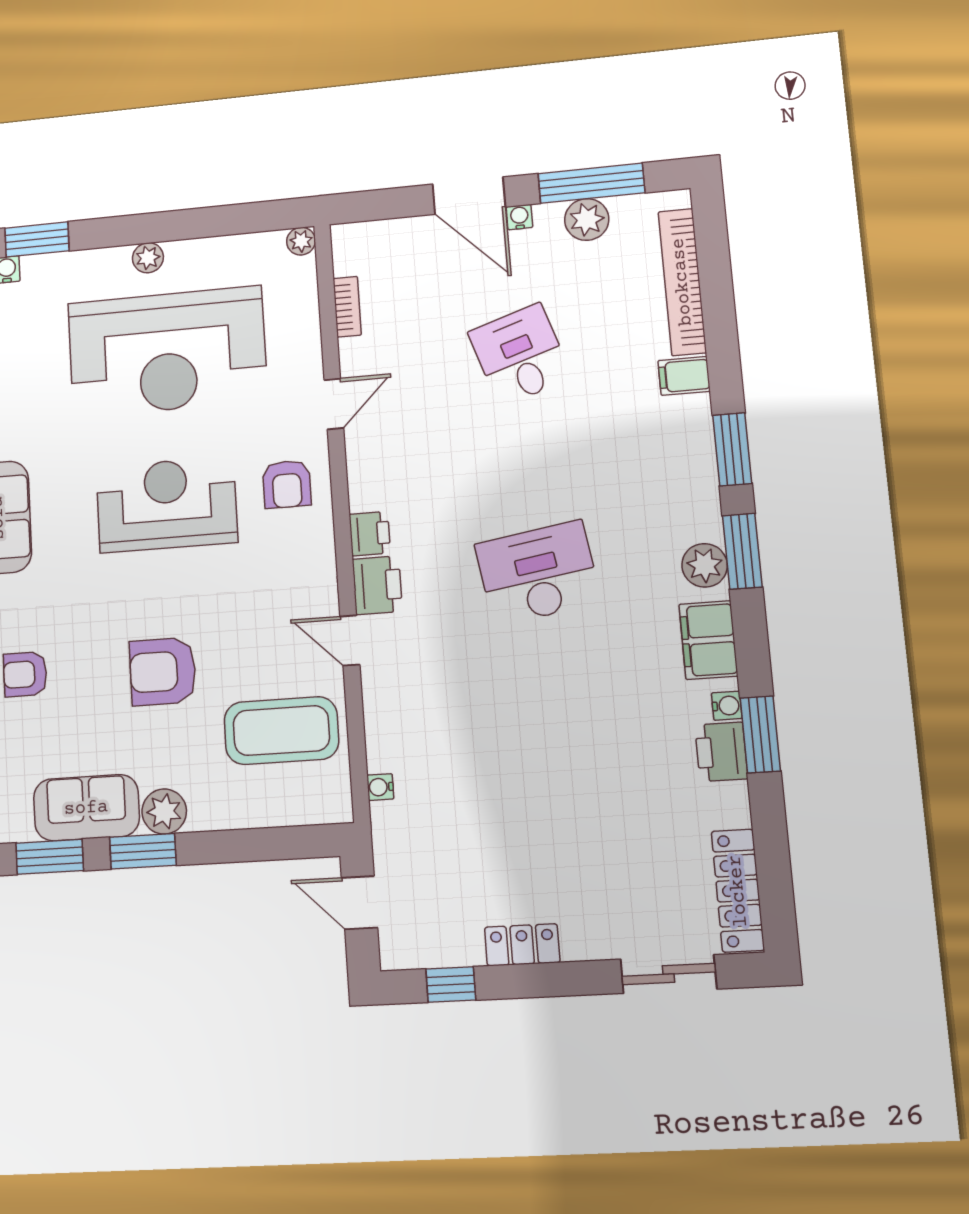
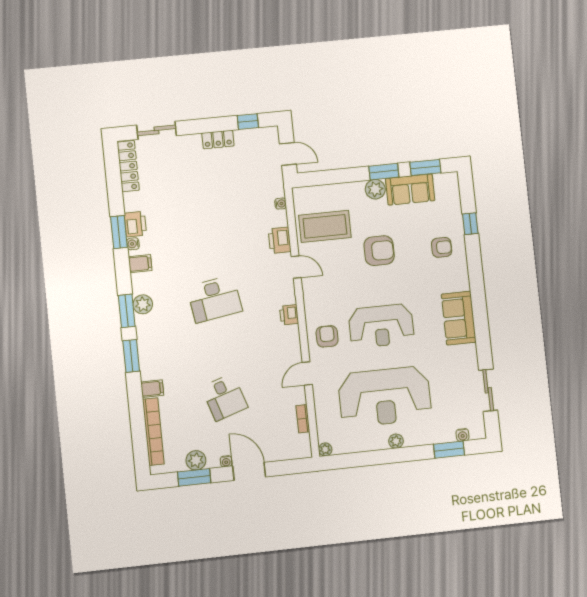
window: (591, 183) -> (194, 477), width x0.69
reception desk: (167, 352) -> (385, 397), turned 180
printer: (377, 585) -> (280, 240), moved
filing cabinet: (708, 640) -> (140, 264), width x0.50

